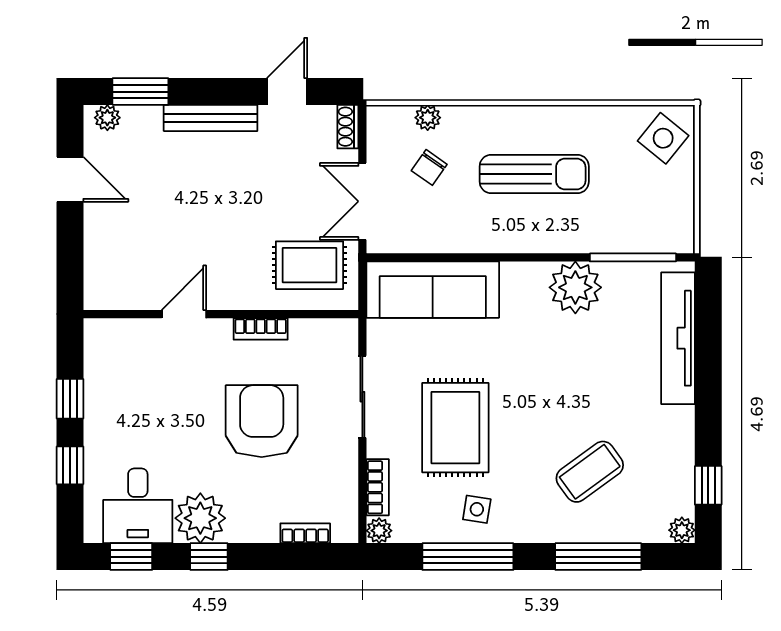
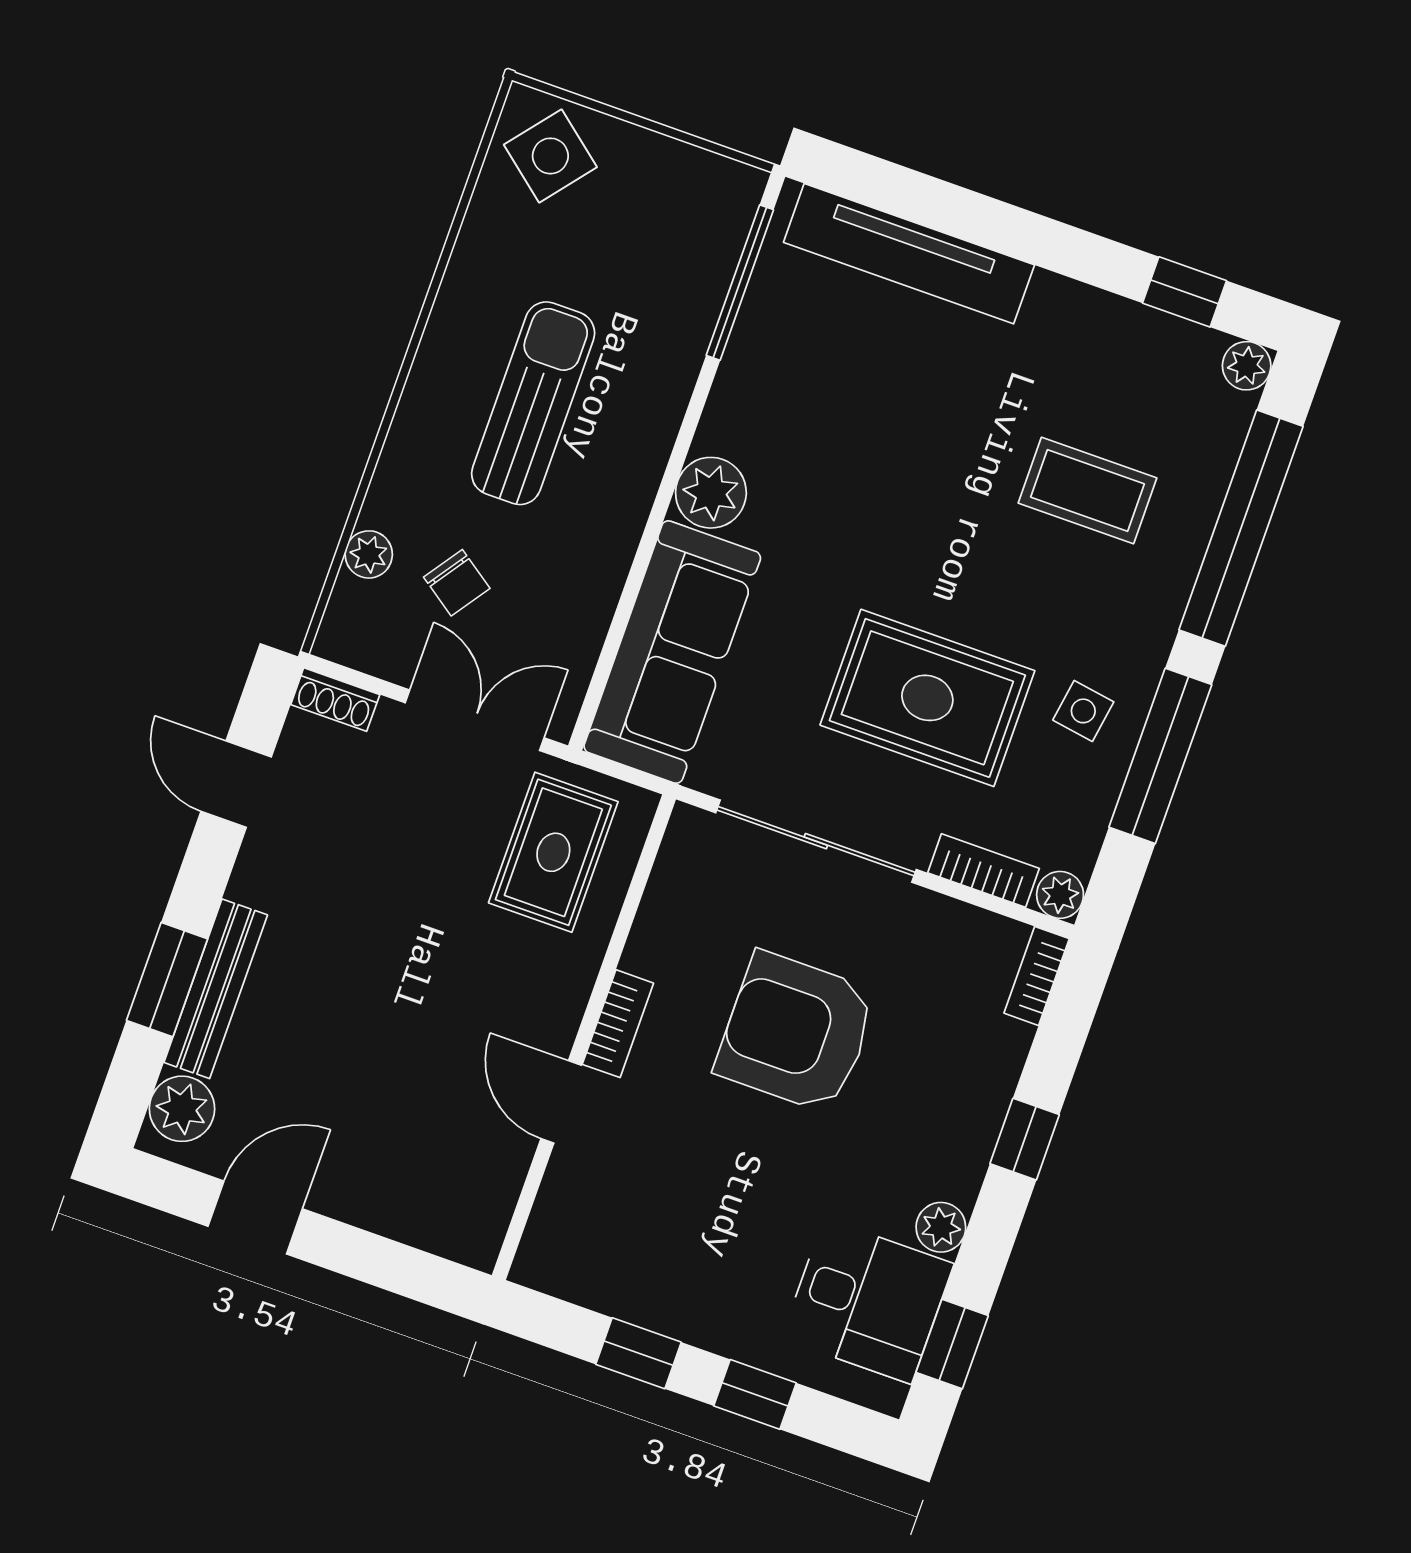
window: (140, 92) -> (167, 980), moved
plant: (107, 118) -> (182, 1109), width x1.38, depth x1.38
bench: (211, 118) -> (216, 989), moved
double door: (362, 201) -> (475, 720), swing flipped
plant: (575, 287) -> (711, 493), moved, width x0.73, depth x0.73
bookcase: (261, 329) -> (618, 1024), moved
sliding door: (362, 397) -> (816, 841), width x1.37
coffee table: (590, 472) -> (1087, 490), turned -54
plant: (200, 518) -> (941, 1227), width x0.53, depth x0.53
bookcase: (305, 533) -> (1037, 976), moved
window: (209, 557) -> (1025, 1139), moved
window: (598, 557) -> (1241, 528), width x1.46

